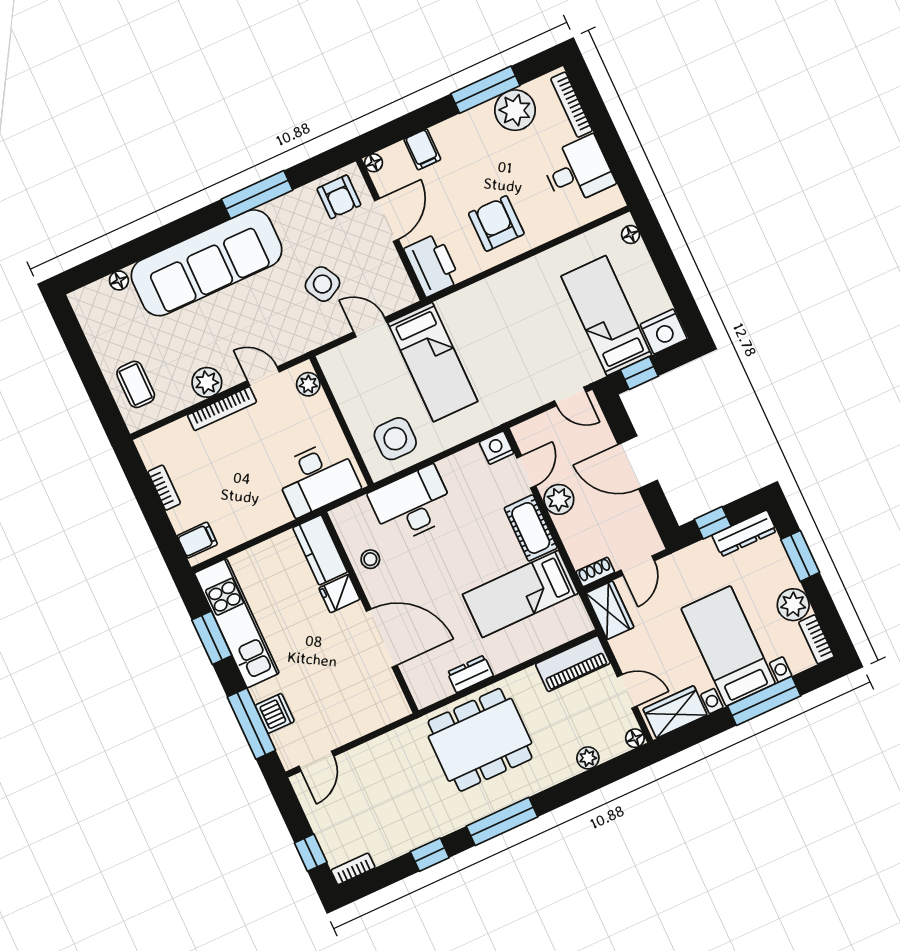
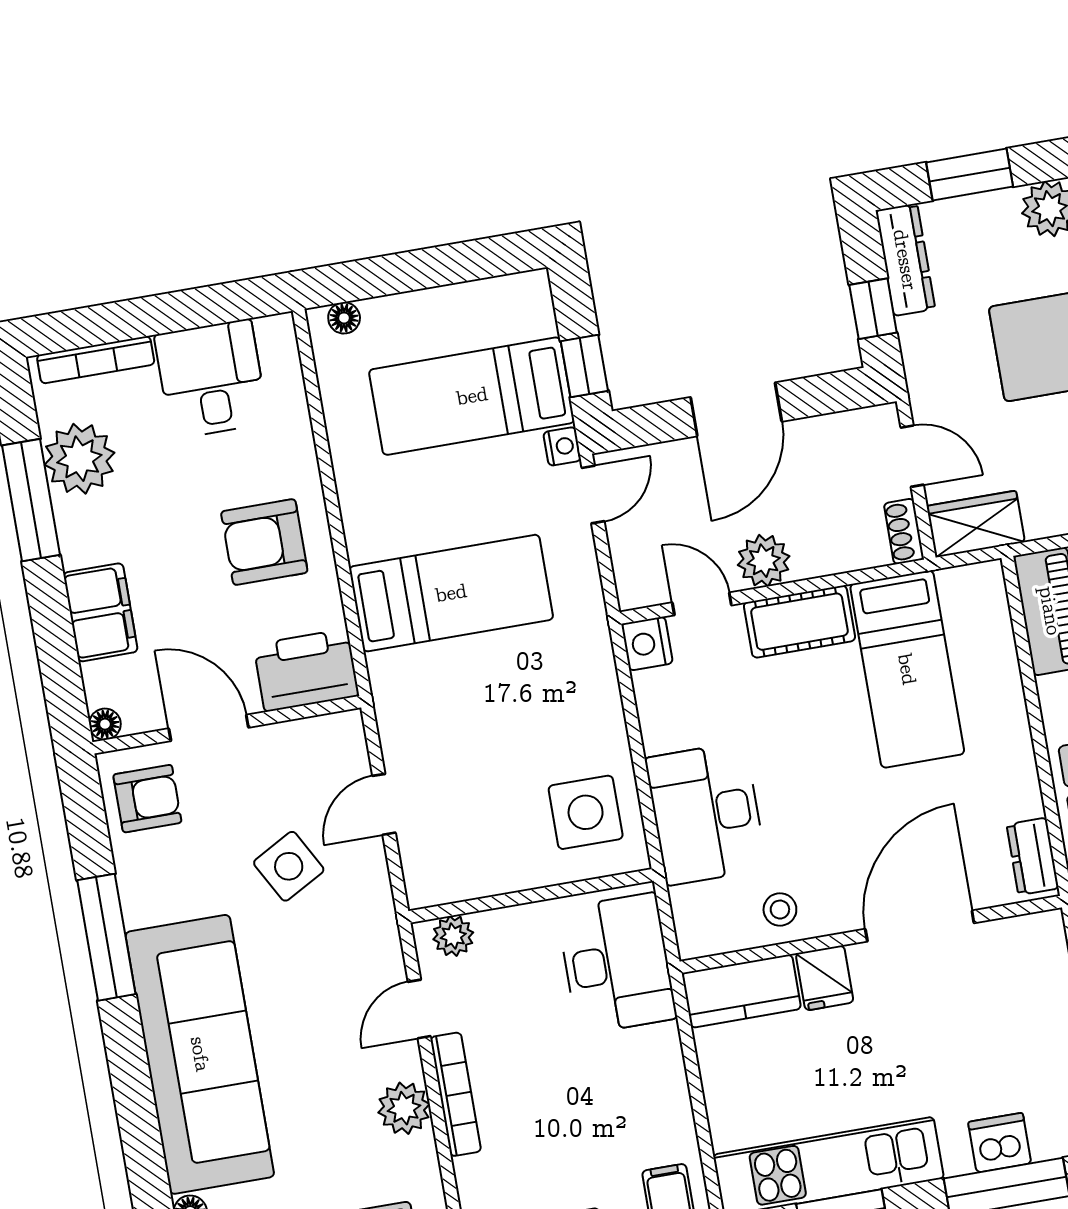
filing cabinet: (422, 149) -> (100, 612), width x2.00
nightstand: (664, 331) -> (562, 446), moved, width x0.53, depth x0.56
bed: (433, 362) -> (451, 593), moved
dresser: (470, 674) -> (1033, 856), moved

